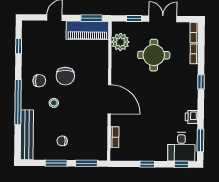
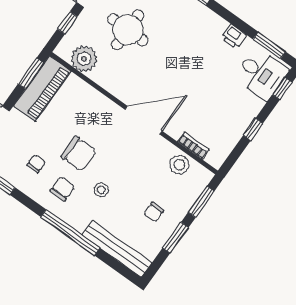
chair: (43, 56) -> (36, 164), added
stool: (98, 137) -> (179, 165), added

